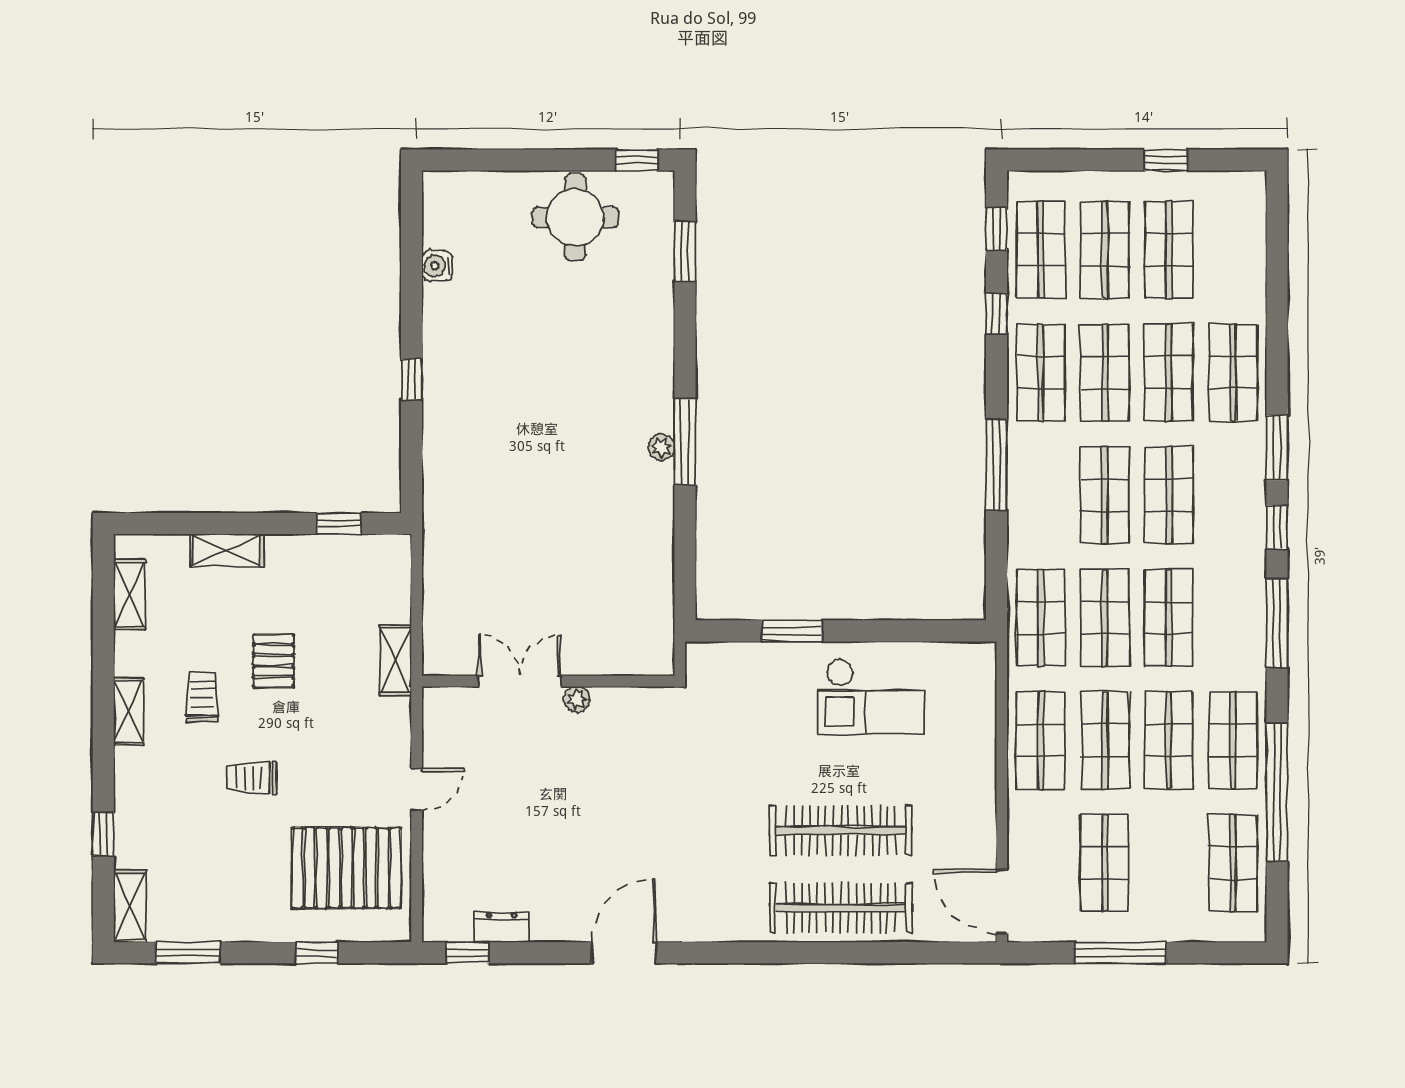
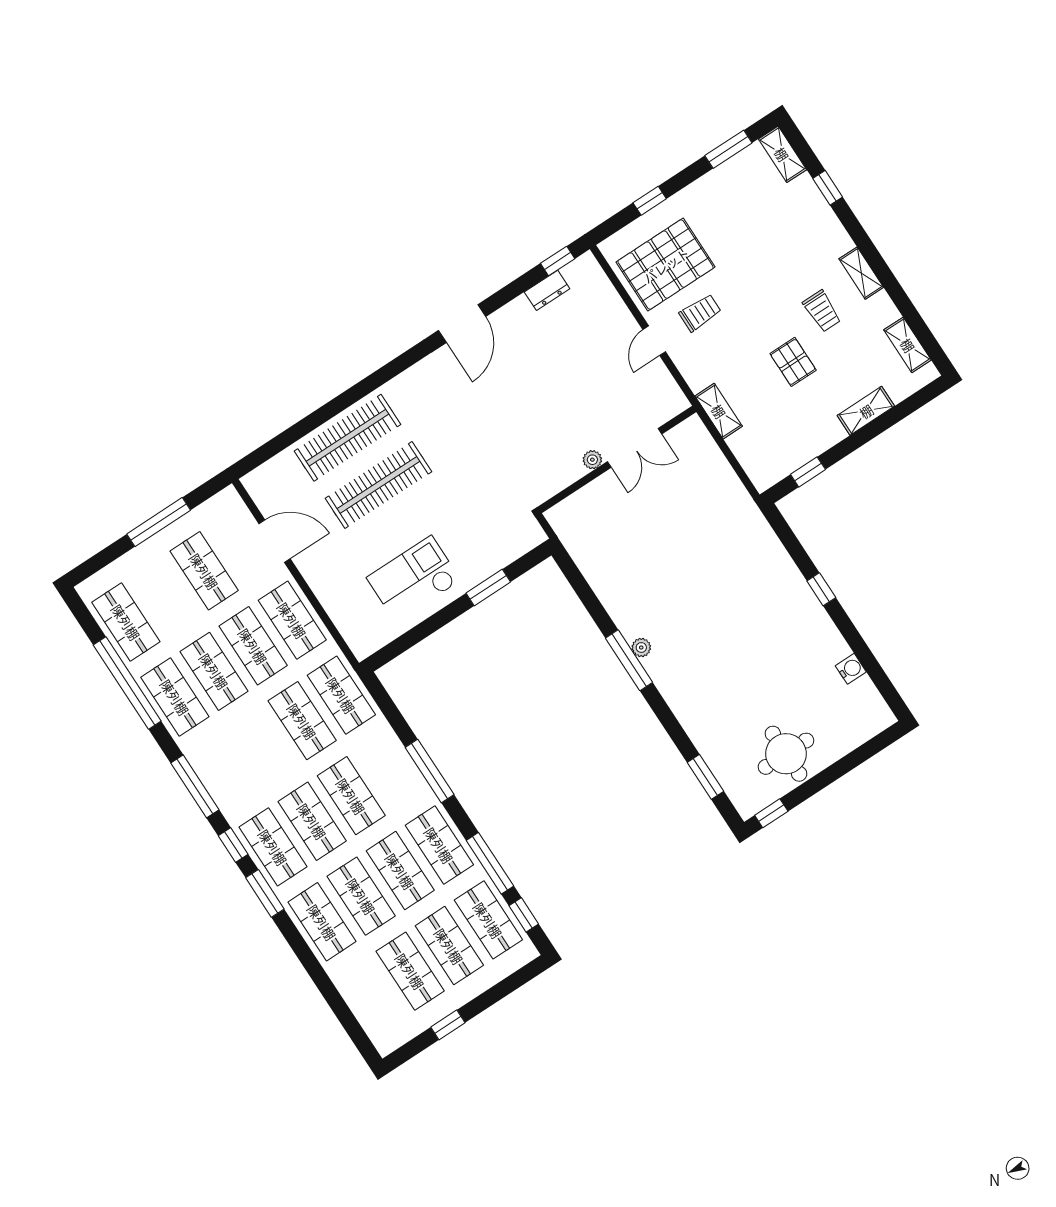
window: (997, 314) -> (490, 863), width x2.17
shop shelf: (1169, 618) -> (273, 847), moved
trolley: (252, 778) -> (700, 313), moved
door: (1002, 902) -> (275, 541), moved

